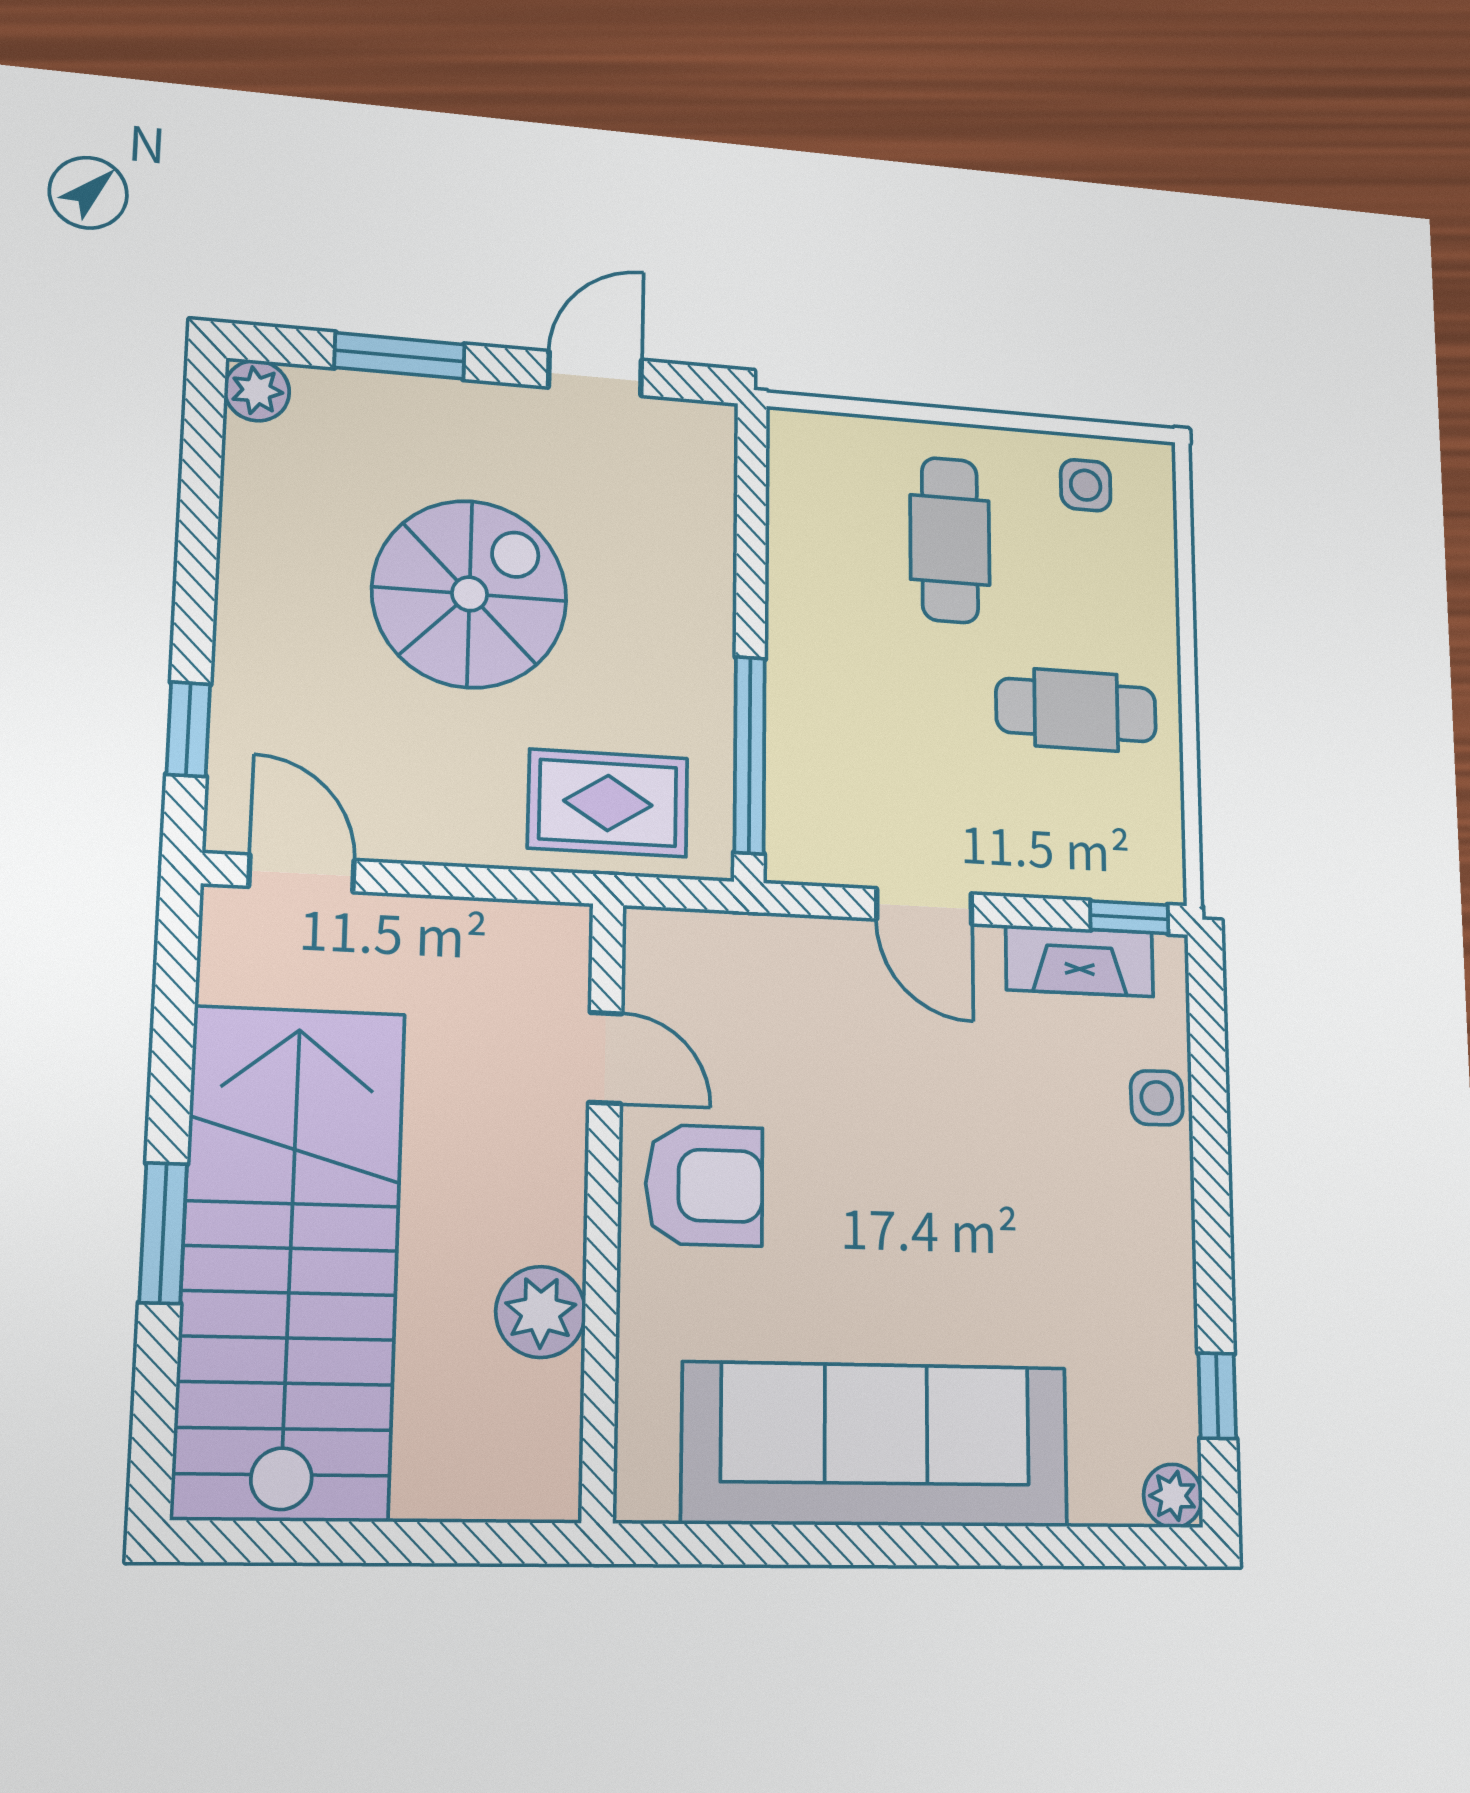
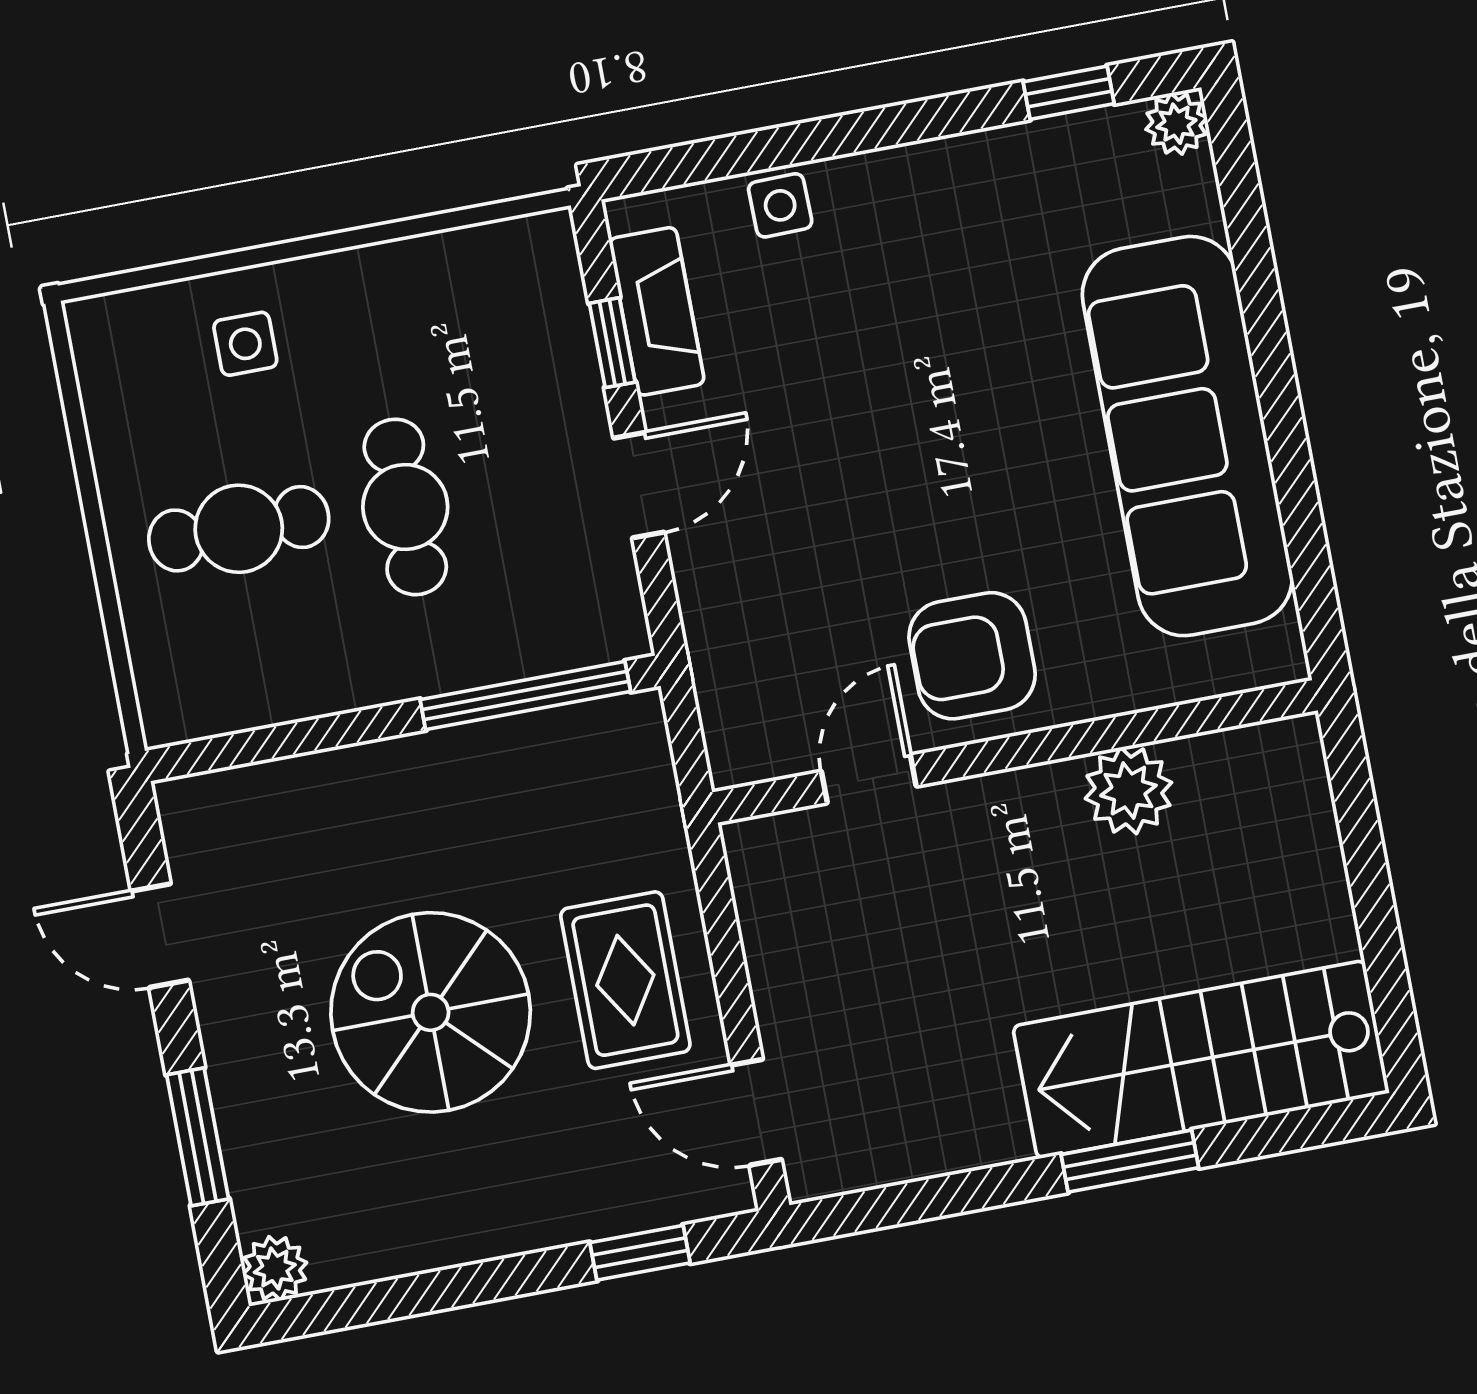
side table: (1086, 485) -> (245, 344), moved
cafe table: (1076, 710) -> (405, 507), moved
rug: (608, 803) -> (625, 980), moved
door: (302, 873) -> (756, 1112), hinge flipped
window: (1129, 917) -> (612, 343), moved
armchair: (704, 1185) -> (972, 656), turned -90
stairs: (290, 1261) -> (1201, 1060), width x0.73, depth x0.66

